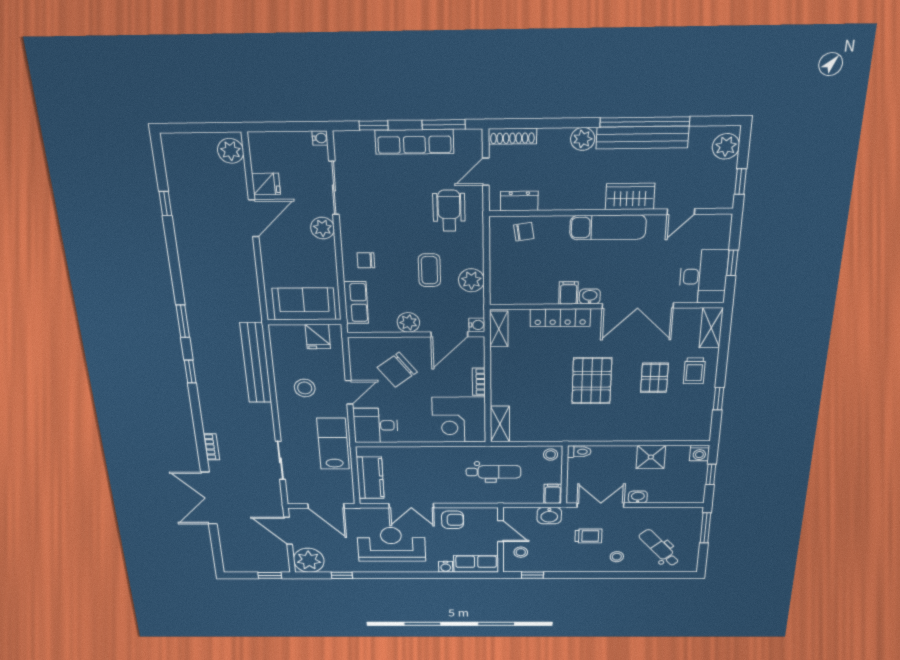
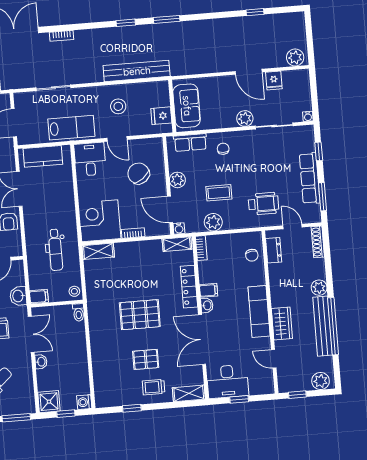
bookcase: (507, 298) -> (201, 248), added
shower: (651, 457) -> (49, 402), moved

